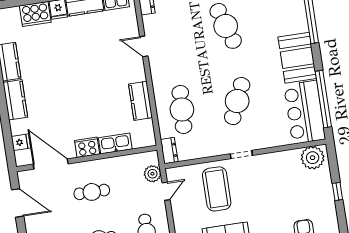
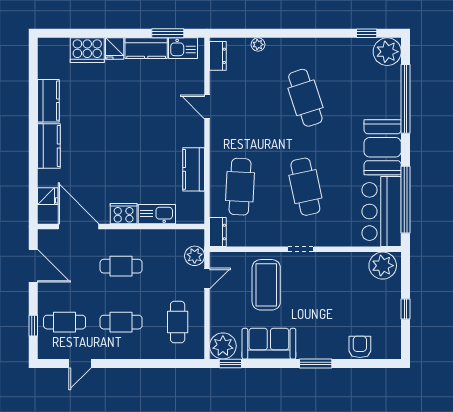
cafe table: (237, 101) -> (305, 187), turned -36

